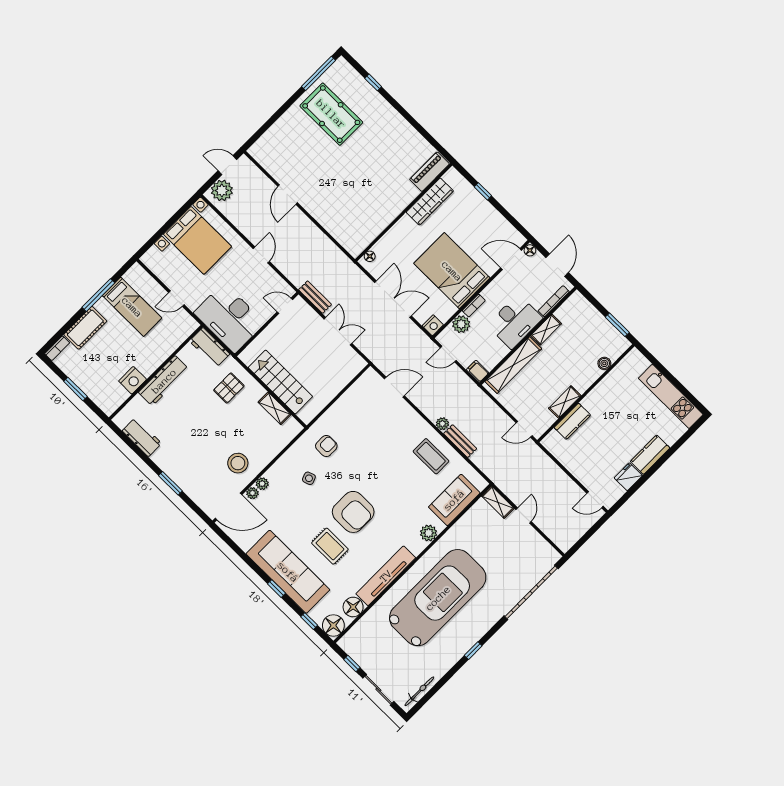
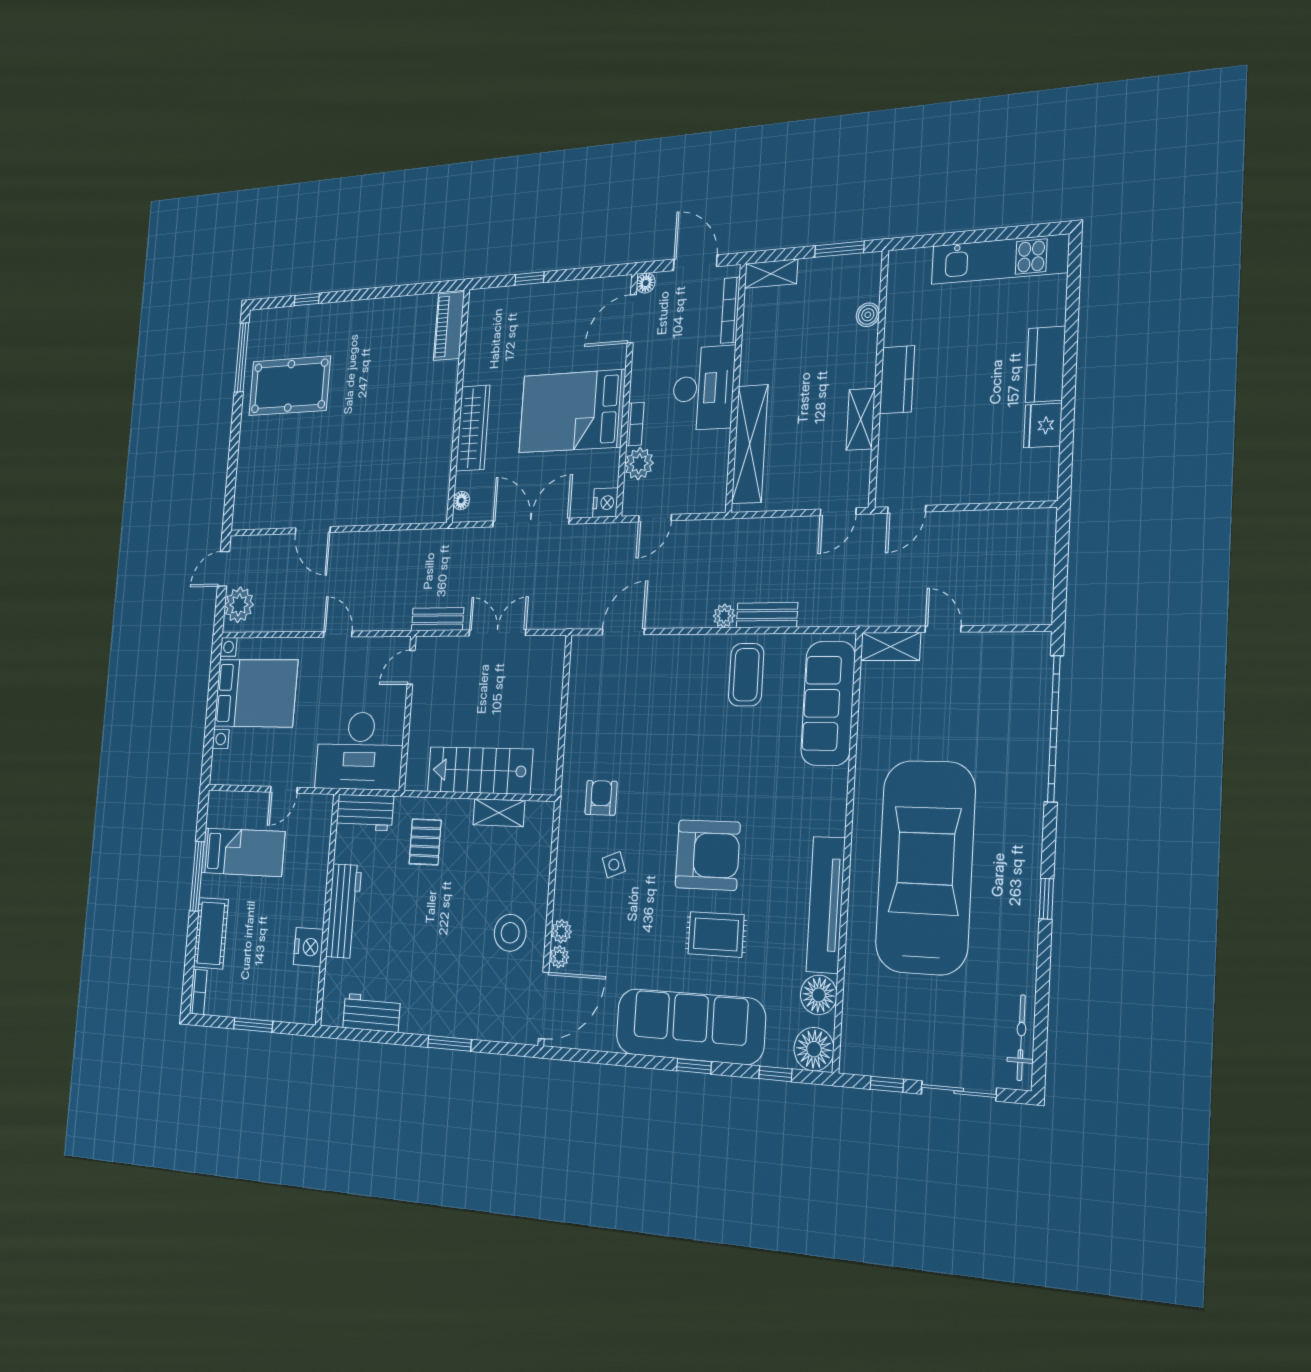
wardrobe: (430, 202) -> (473, 428), moved
shelving: (546, 330) -> (771, 274), moved, turned 90
filing cabinet: (478, 371) -> (711, 501), removed
kitchen counter: (572, 421) -> (897, 380), moved
coffee table: (431, 456) -> (746, 675), turned 90
sofa: (454, 500) -> (828, 703), width x1.36
door: (595, 500) -> (907, 509), moved
plant: (429, 533) -> (833, 785), removed

